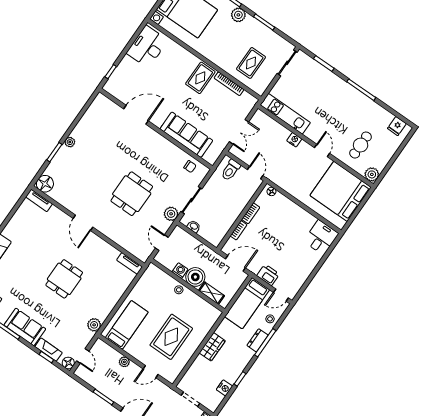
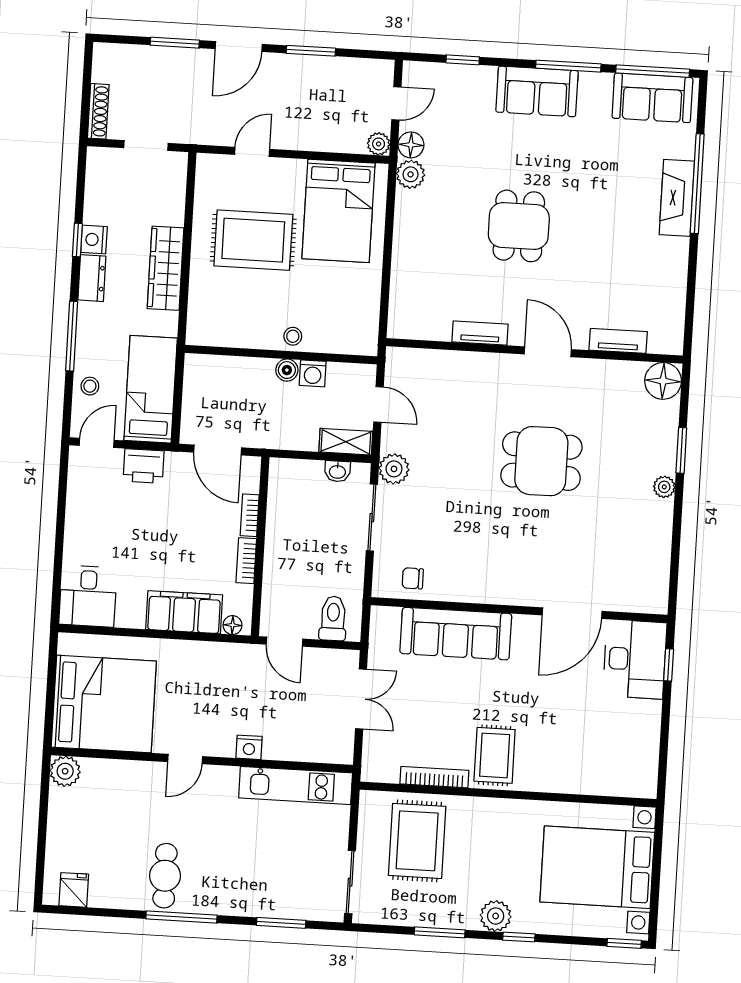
desk: (147, 47) -> (635, 659), moved
rug: (251, 63) -> (417, 841), width x1.36, depth x1.43
double door: (239, 132) -> (361, 699), swing flipped
cafe table: (361, 145) -> (165, 876), moved
door: (322, 150) -> (185, 759), hinge flipped
dining table: (132, 194) -> (541, 461), moved, turned 90
tv unit: (39, 200) -> (618, 341), moved
filing cabinet: (287, 208) -> (184, 612), added
tv unit: (130, 263) -> (480, 333), moved
door: (235, 263) -> (218, 450), hinge flipped
boiler: (195, 277) -> (287, 370), width x0.54, depth x0.54
shelving: (212, 293) -> (346, 442), moved
bed: (127, 325) -> (339, 211), width x1.50
rug: (171, 337) -> (253, 240), turned 90
dresser: (258, 340) -> (92, 278), moved
wardrobe: (212, 347) -> (166, 268), width x1.50
fireplace: (49, 350) -> (467, 76), removed
door: (83, 356) -> (396, 103), swing flipped
plant: (124, 362) -> (379, 144), moved
floor lamp: (68, 363) -> (411, 145), moved
nightstand: (224, 388) -> (94, 240), moved

